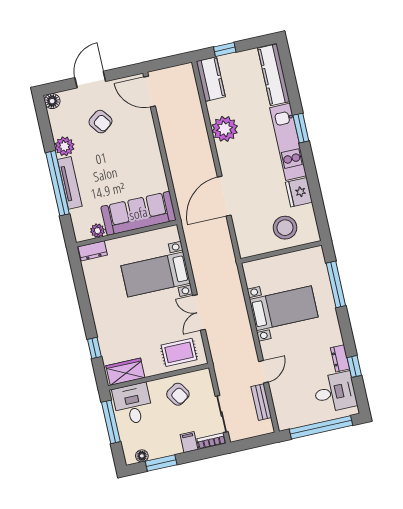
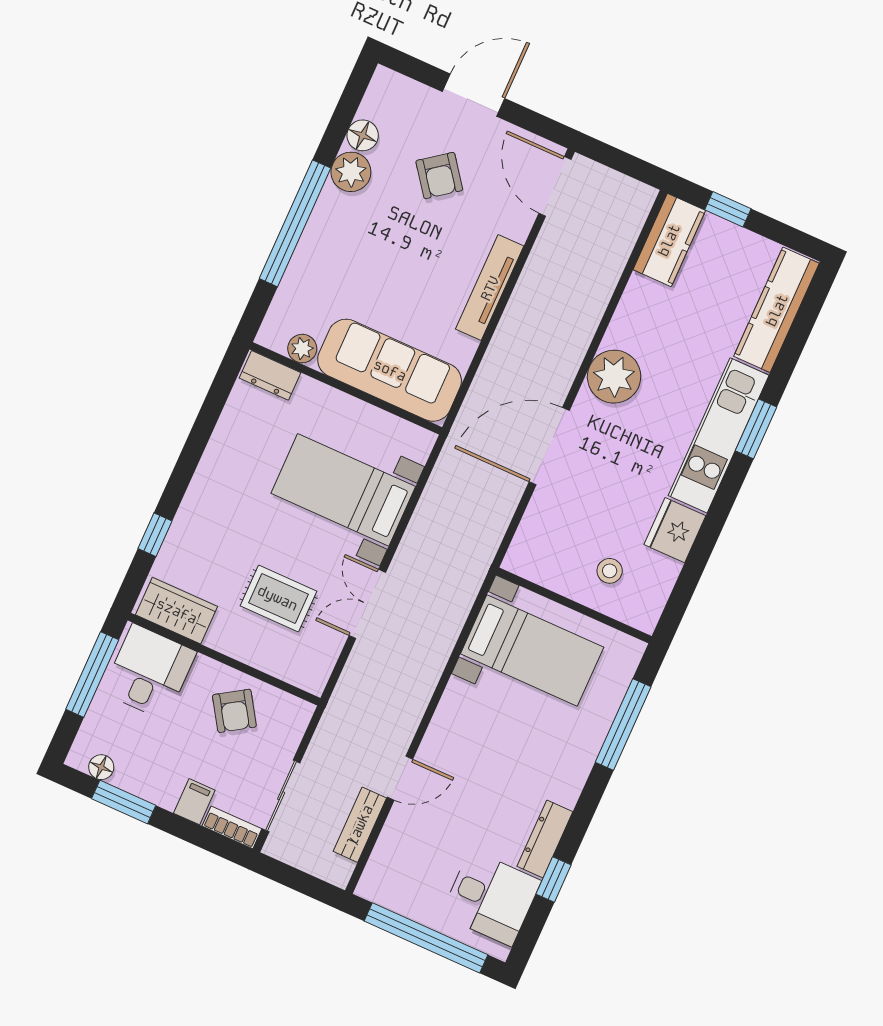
floor lamp: (52, 101) -> (363, 135), moved
plant: (225, 129) -> (614, 377), moved
tv unit: (70, 183) -> (490, 288), moved, turned 180
stool: (285, 228) -> (610, 571), width x0.53, depth x0.53
bed with nightstands: (284, 308) -> (532, 650), moved
rug: (179, 352) -> (278, 598), moved
dresser: (340, 358) -> (545, 839), width x1.44

